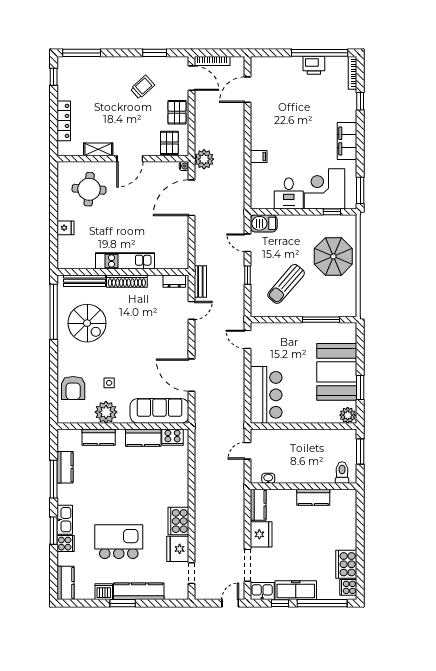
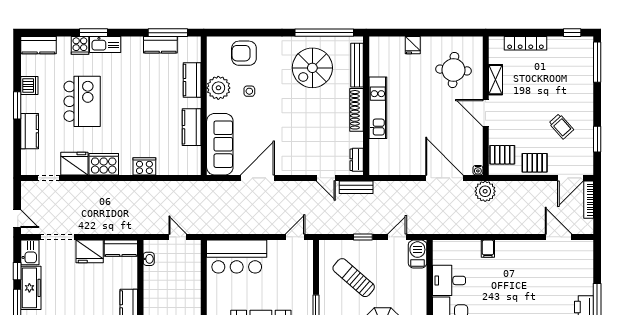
cooker: (173, 437) -> (144, 166), moved, turned 90
window: (54, 479) -> (168, 33), moved
kitchen counter: (139, 591) -> (30, 131), width x0.67

